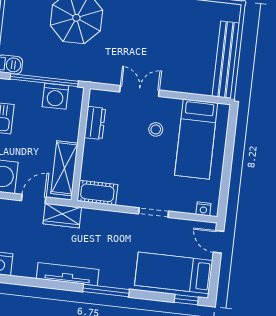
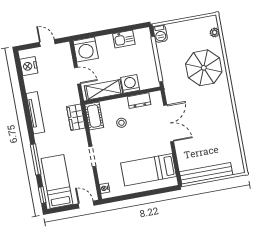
double door: (139, 91) -> (169, 123), width x1.37
washing machine: (55, 96) -> (130, 84), moved, turned 90
stool: (156, 129) -> (121, 123), moved
wardrobe: (62, 216) -> (76, 117), moved
door: (218, 242) -> (86, 205), hinge flipped
window: (106, 291) -> (36, 159), moved

